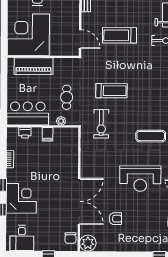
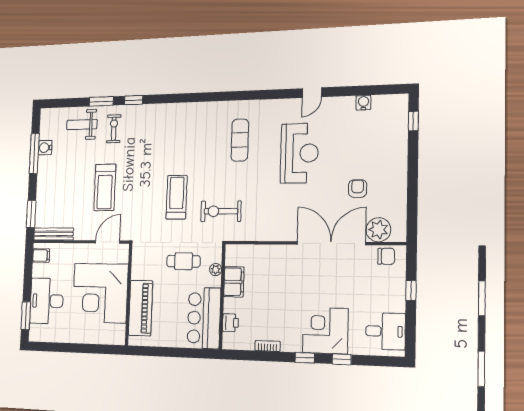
corner desk: (28, 35) -> (100, 293), moved
exercise bike: (101, 124) -> (221, 211), turned 180
filing cabinet: (48, 134) -> (234, 282), width x2.00
plant: (88, 243) -> (378, 230), moved

